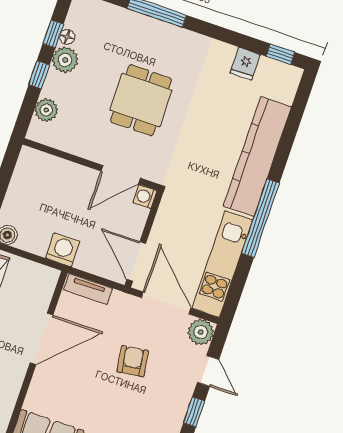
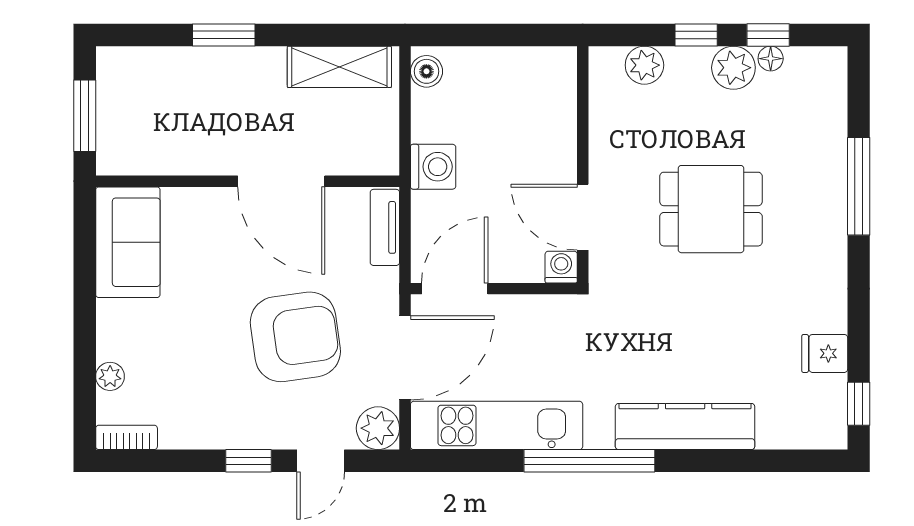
kitchen counter: (257, 156) -> (685, 426), width x0.72, depth x0.86
armchair: (133, 361) -> (295, 337), width x1.88, depth x1.88

